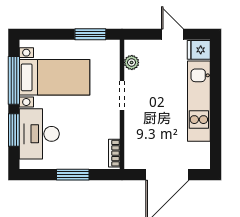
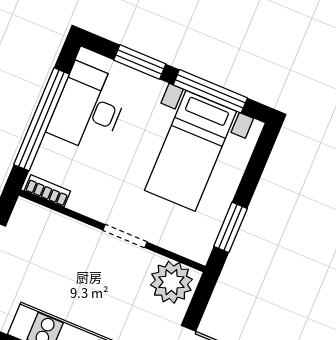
plant: (132, 62) -> (171, 282), width x1.87, depth x1.87
desk: (39, 134) -> (89, 108), moved, turned -90
window: (73, 175) -> (41, 119), width x2.11

